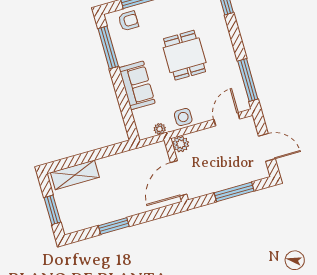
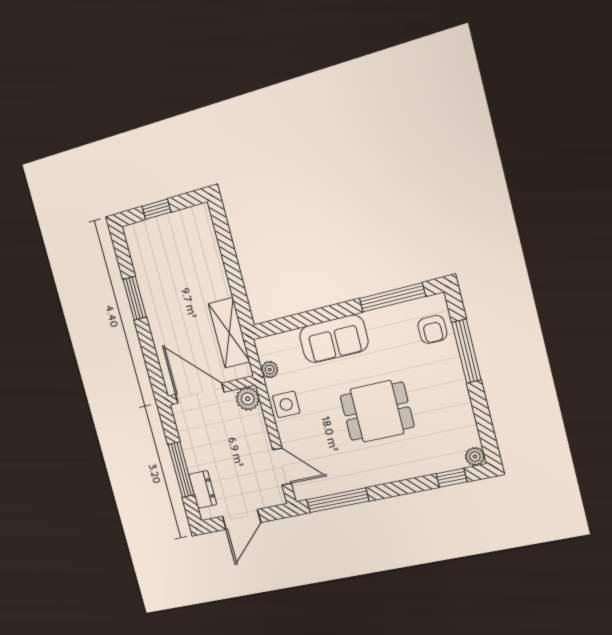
shelving: (75, 175) -> (229, 333), moved
dresser: (247, 176) -> (203, 489), added
window: (52, 210) -> (156, 209), width x0.67

